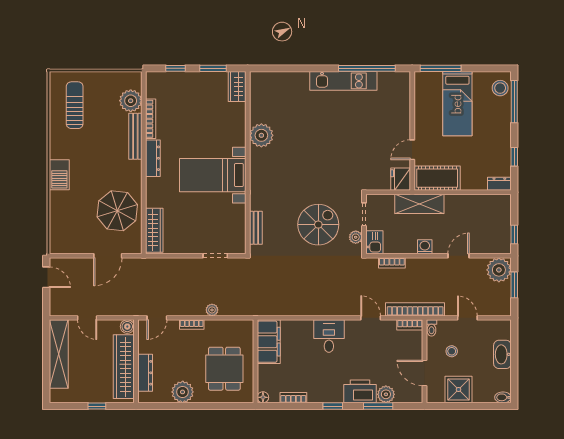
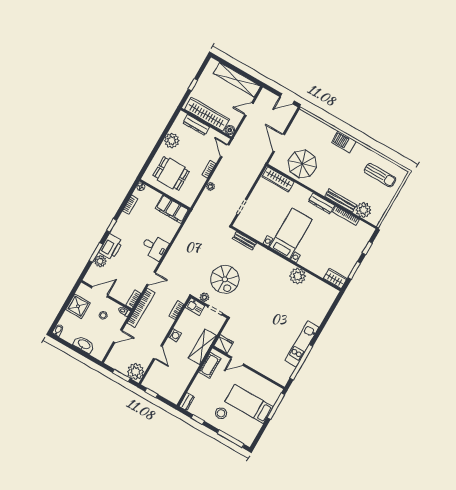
stool: (500, 88) -> (221, 413), moved
door: (412, 150) -> (237, 361), swing flipped
cot: (437, 178) -> (210, 365), width x0.73, depth x0.75

